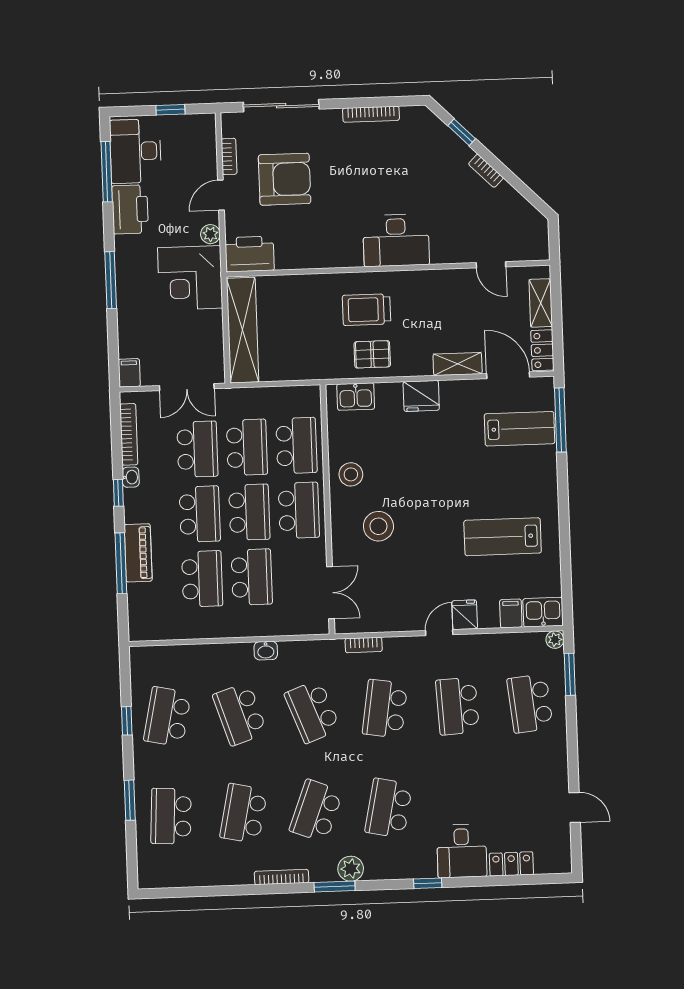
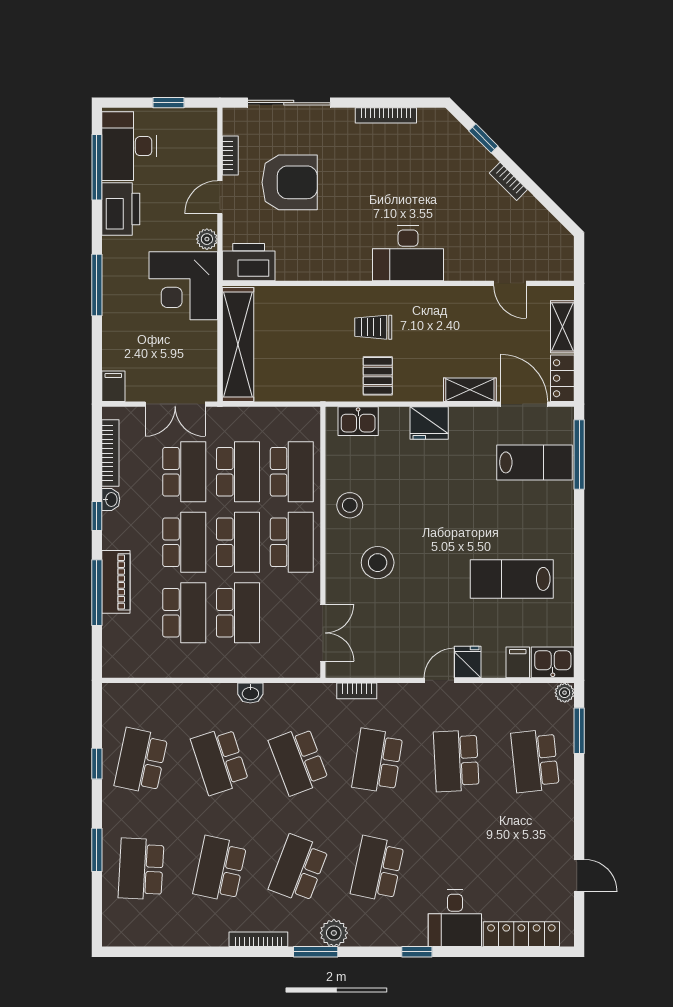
trolley: (367, 310) -> (373, 327), width x0.73, depth x0.72
pallet: (372, 354) -> (378, 376), turned 90
locker: (511, 864) -> (521, 934), width x1.53

